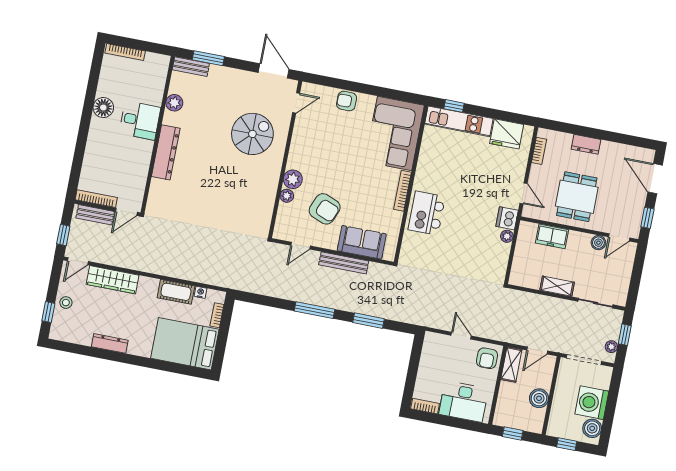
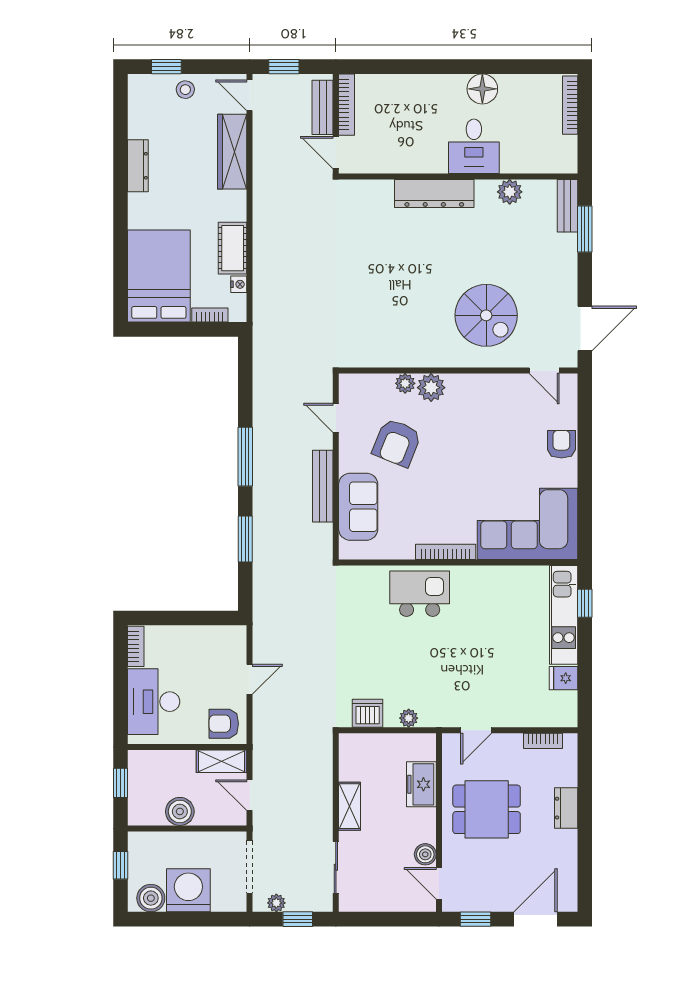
fridge: (507, 134) -> (563, 678), width x0.53, depth x0.75
dishwasher: (507, 218) -> (368, 713), moved

